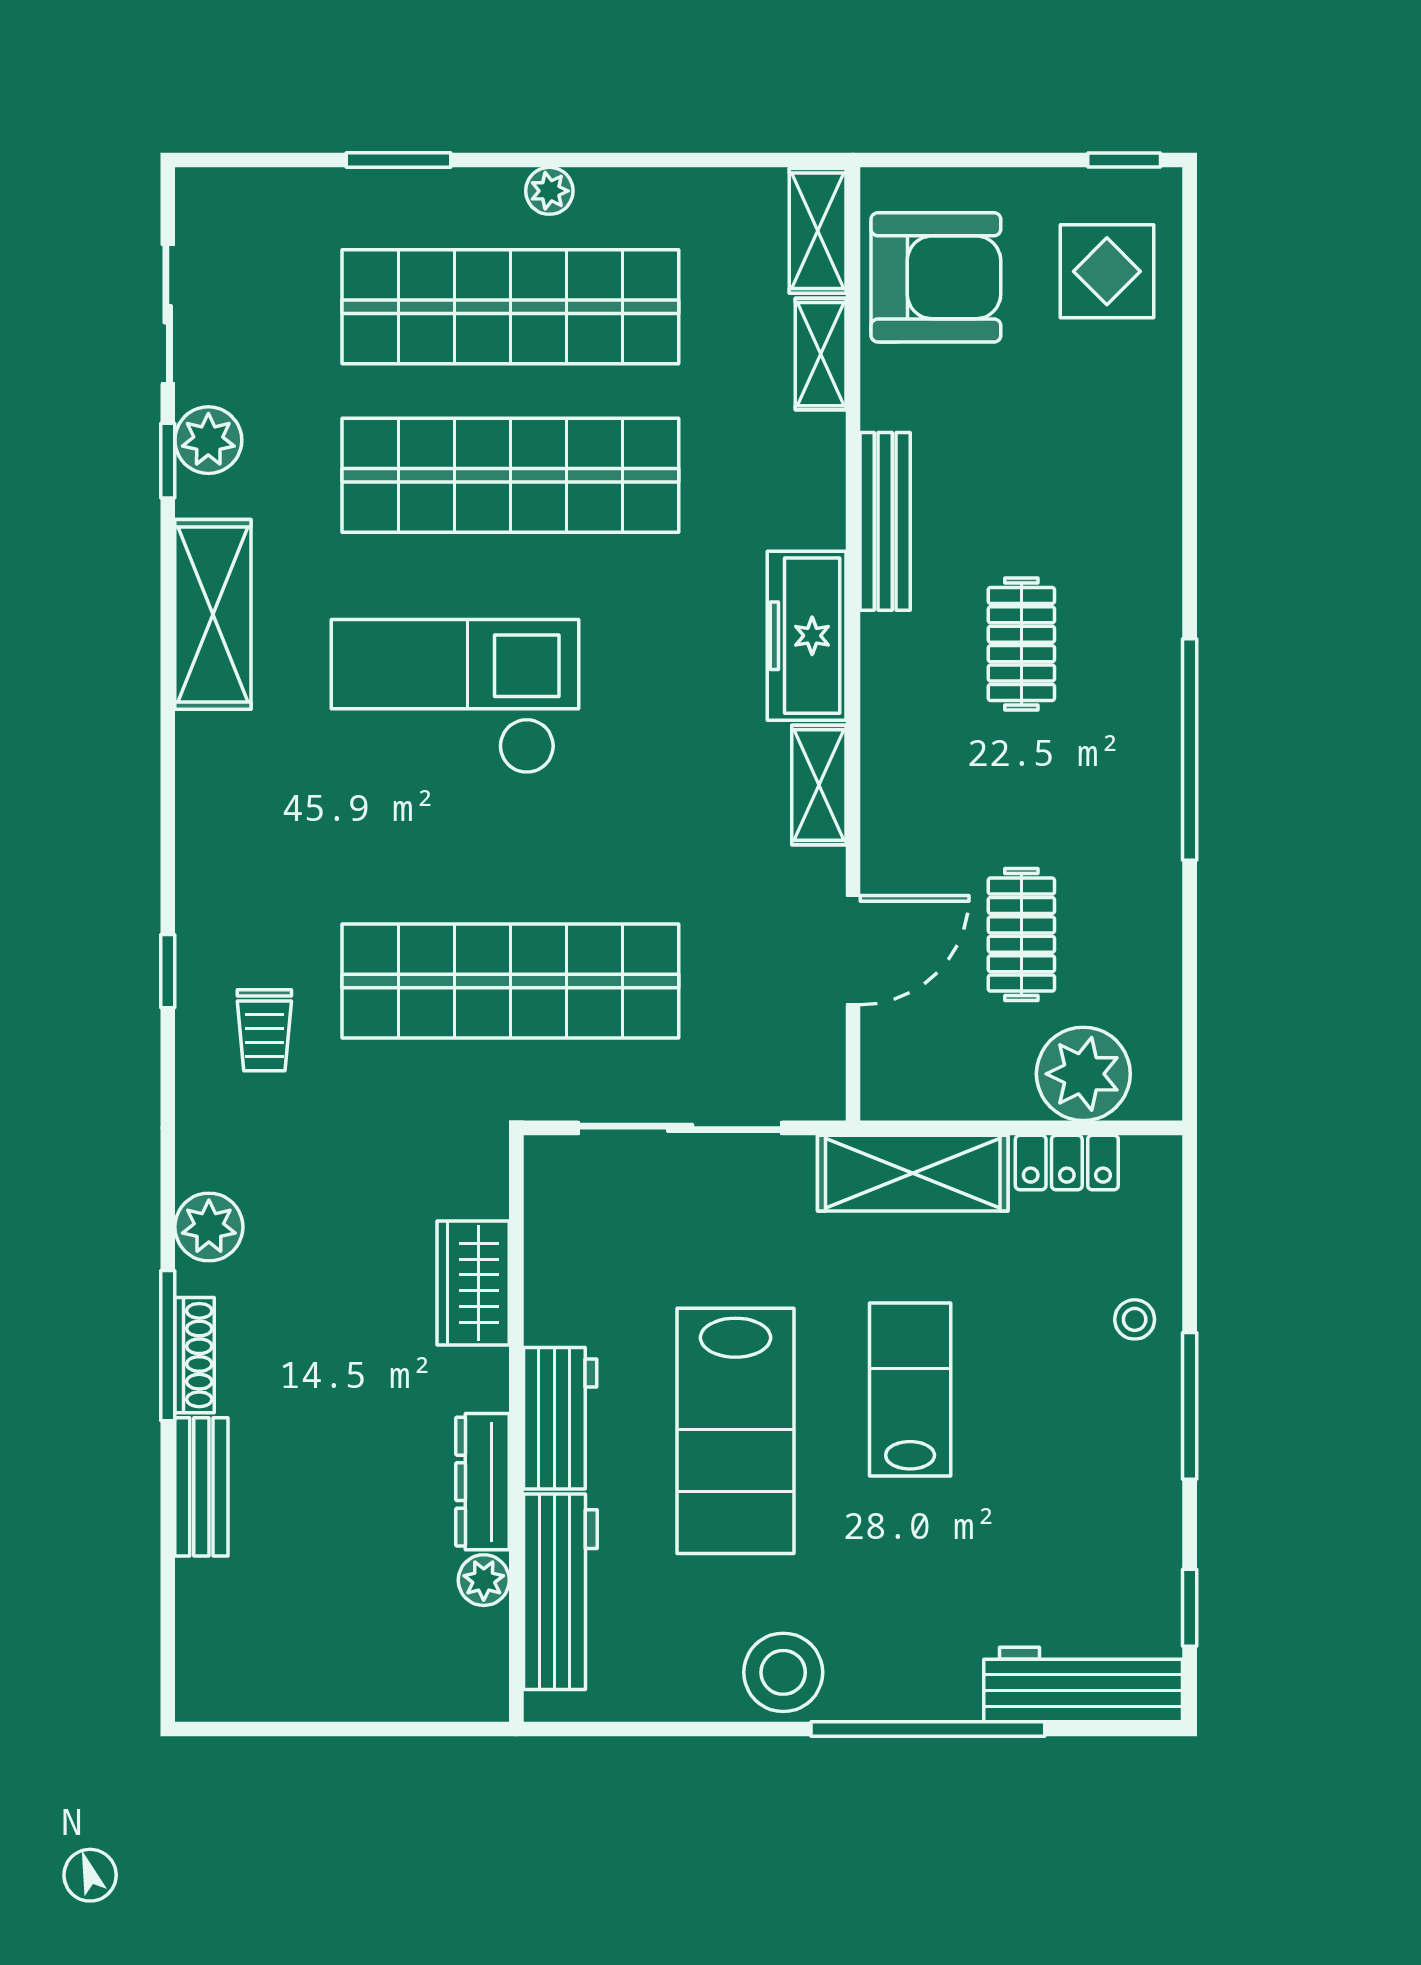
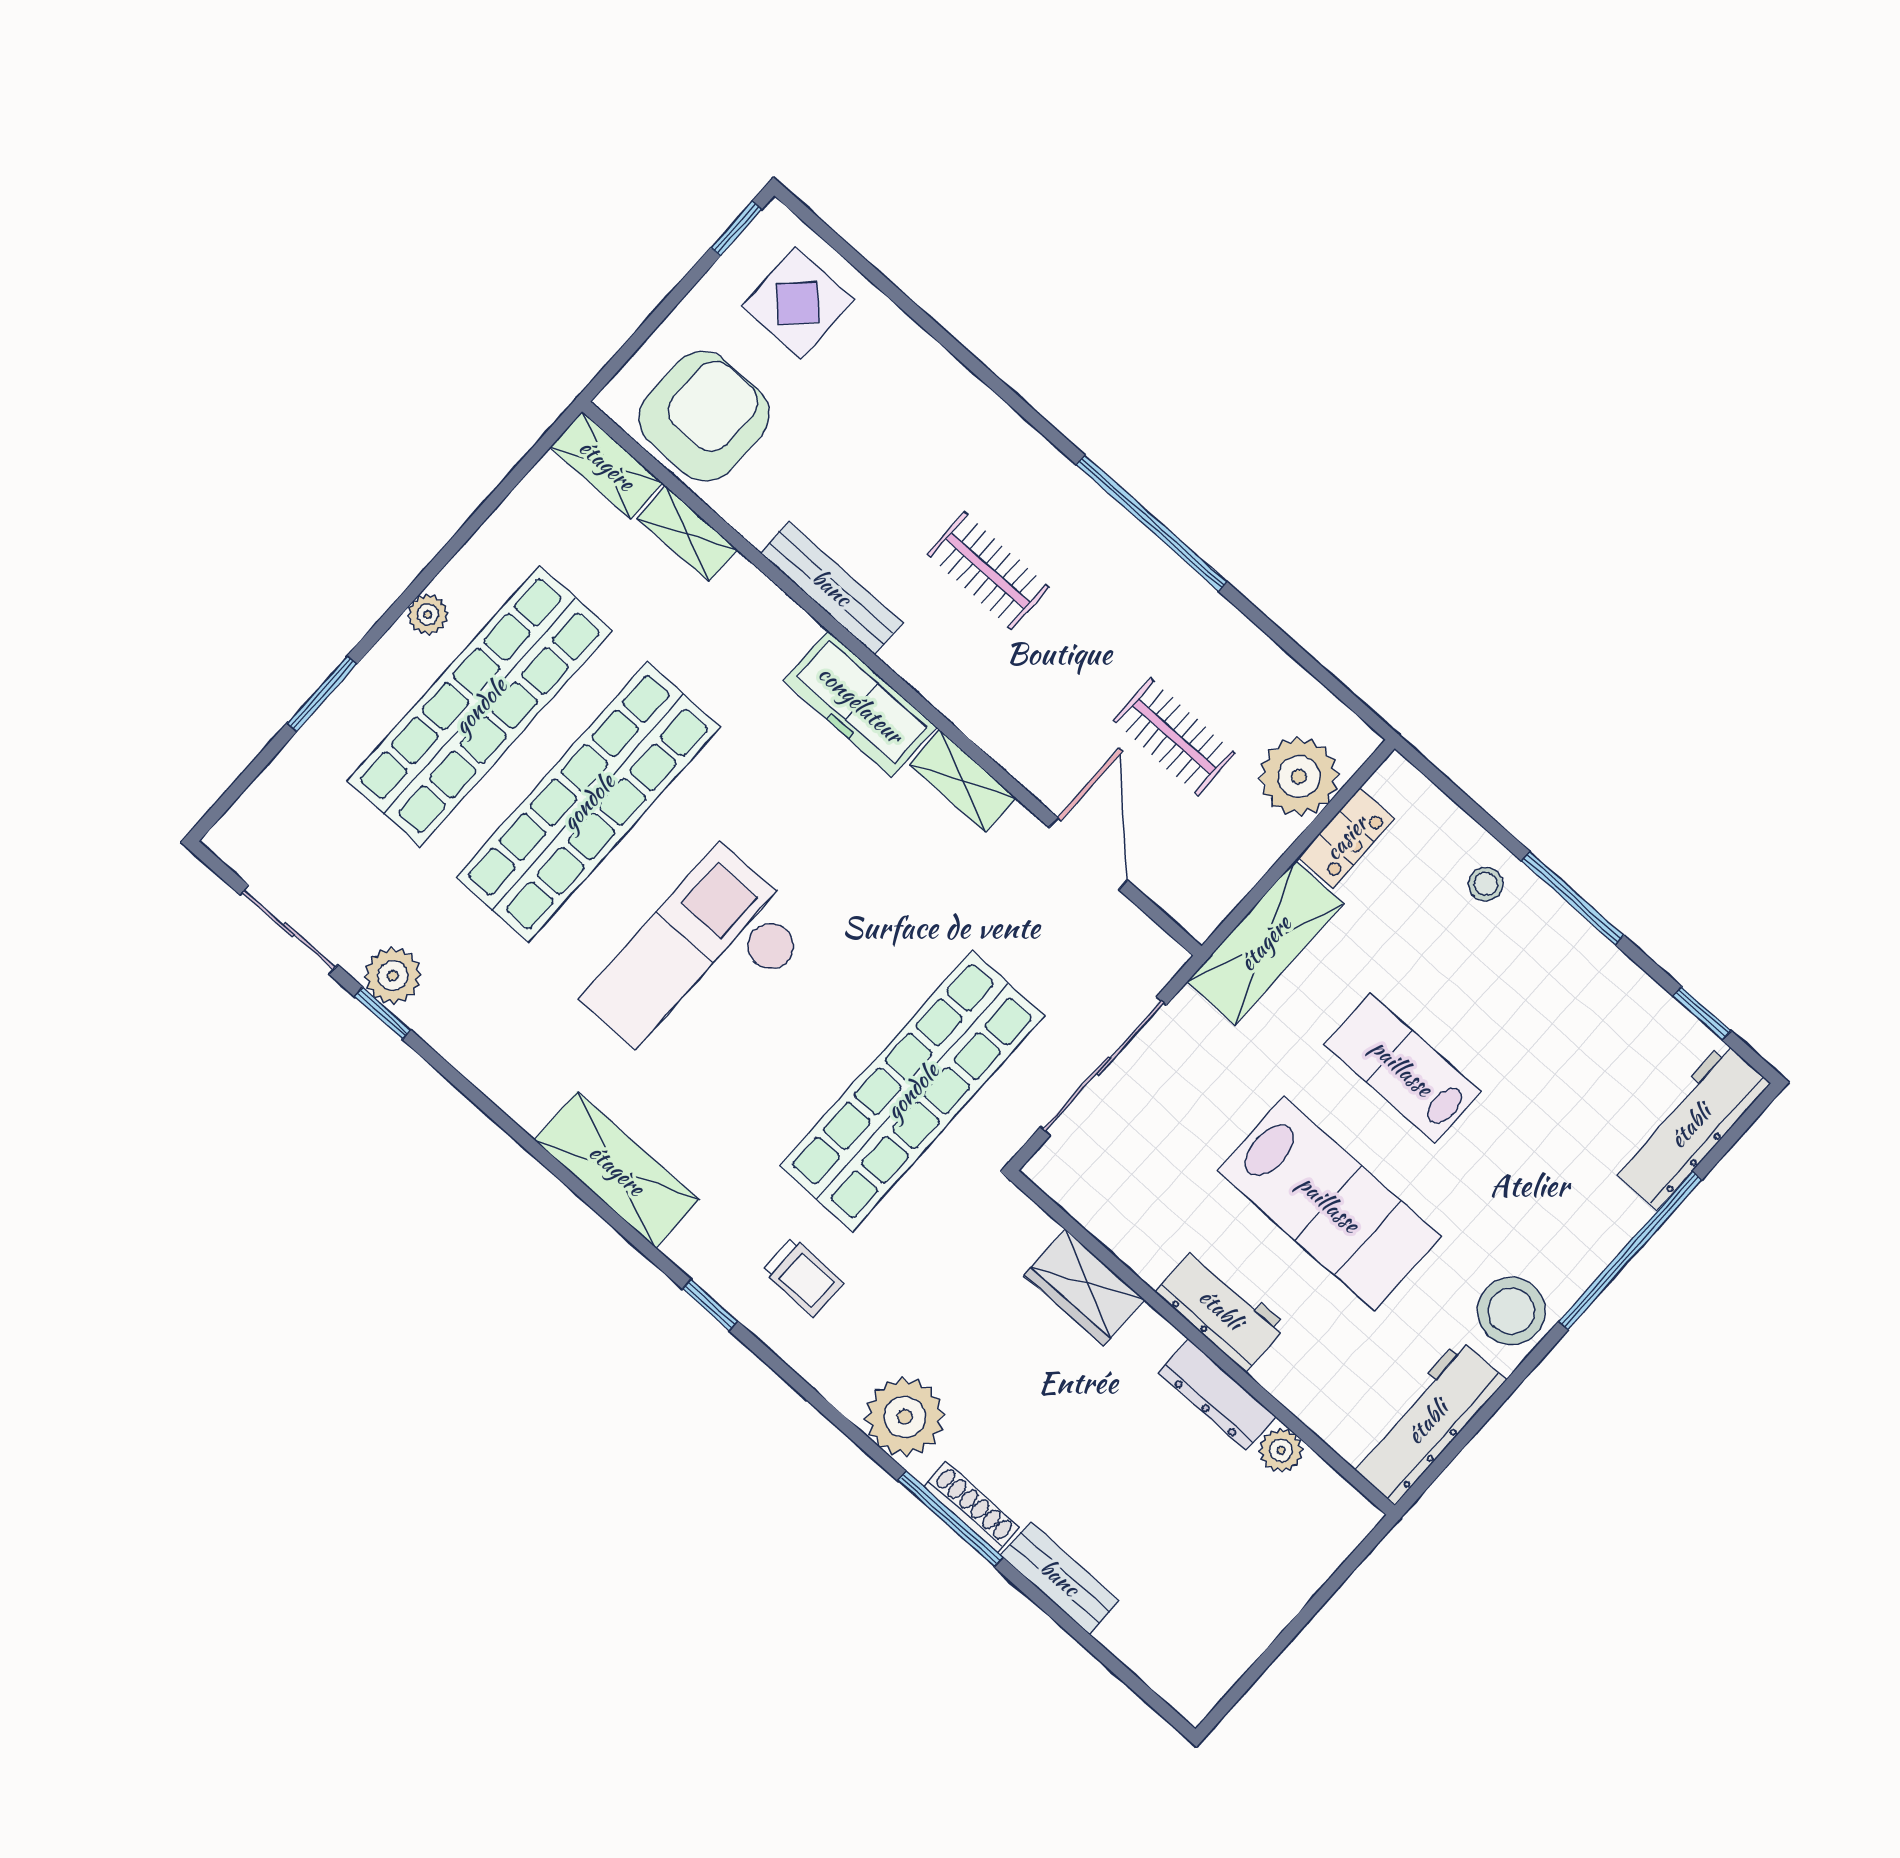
shelving: (213, 614) -> (617, 1170), moved
plant: (209, 1227) -> (905, 1417), width x1.36, depth x1.36
workbench: (560, 1592) -> (1427, 1422), moved, turned -90

